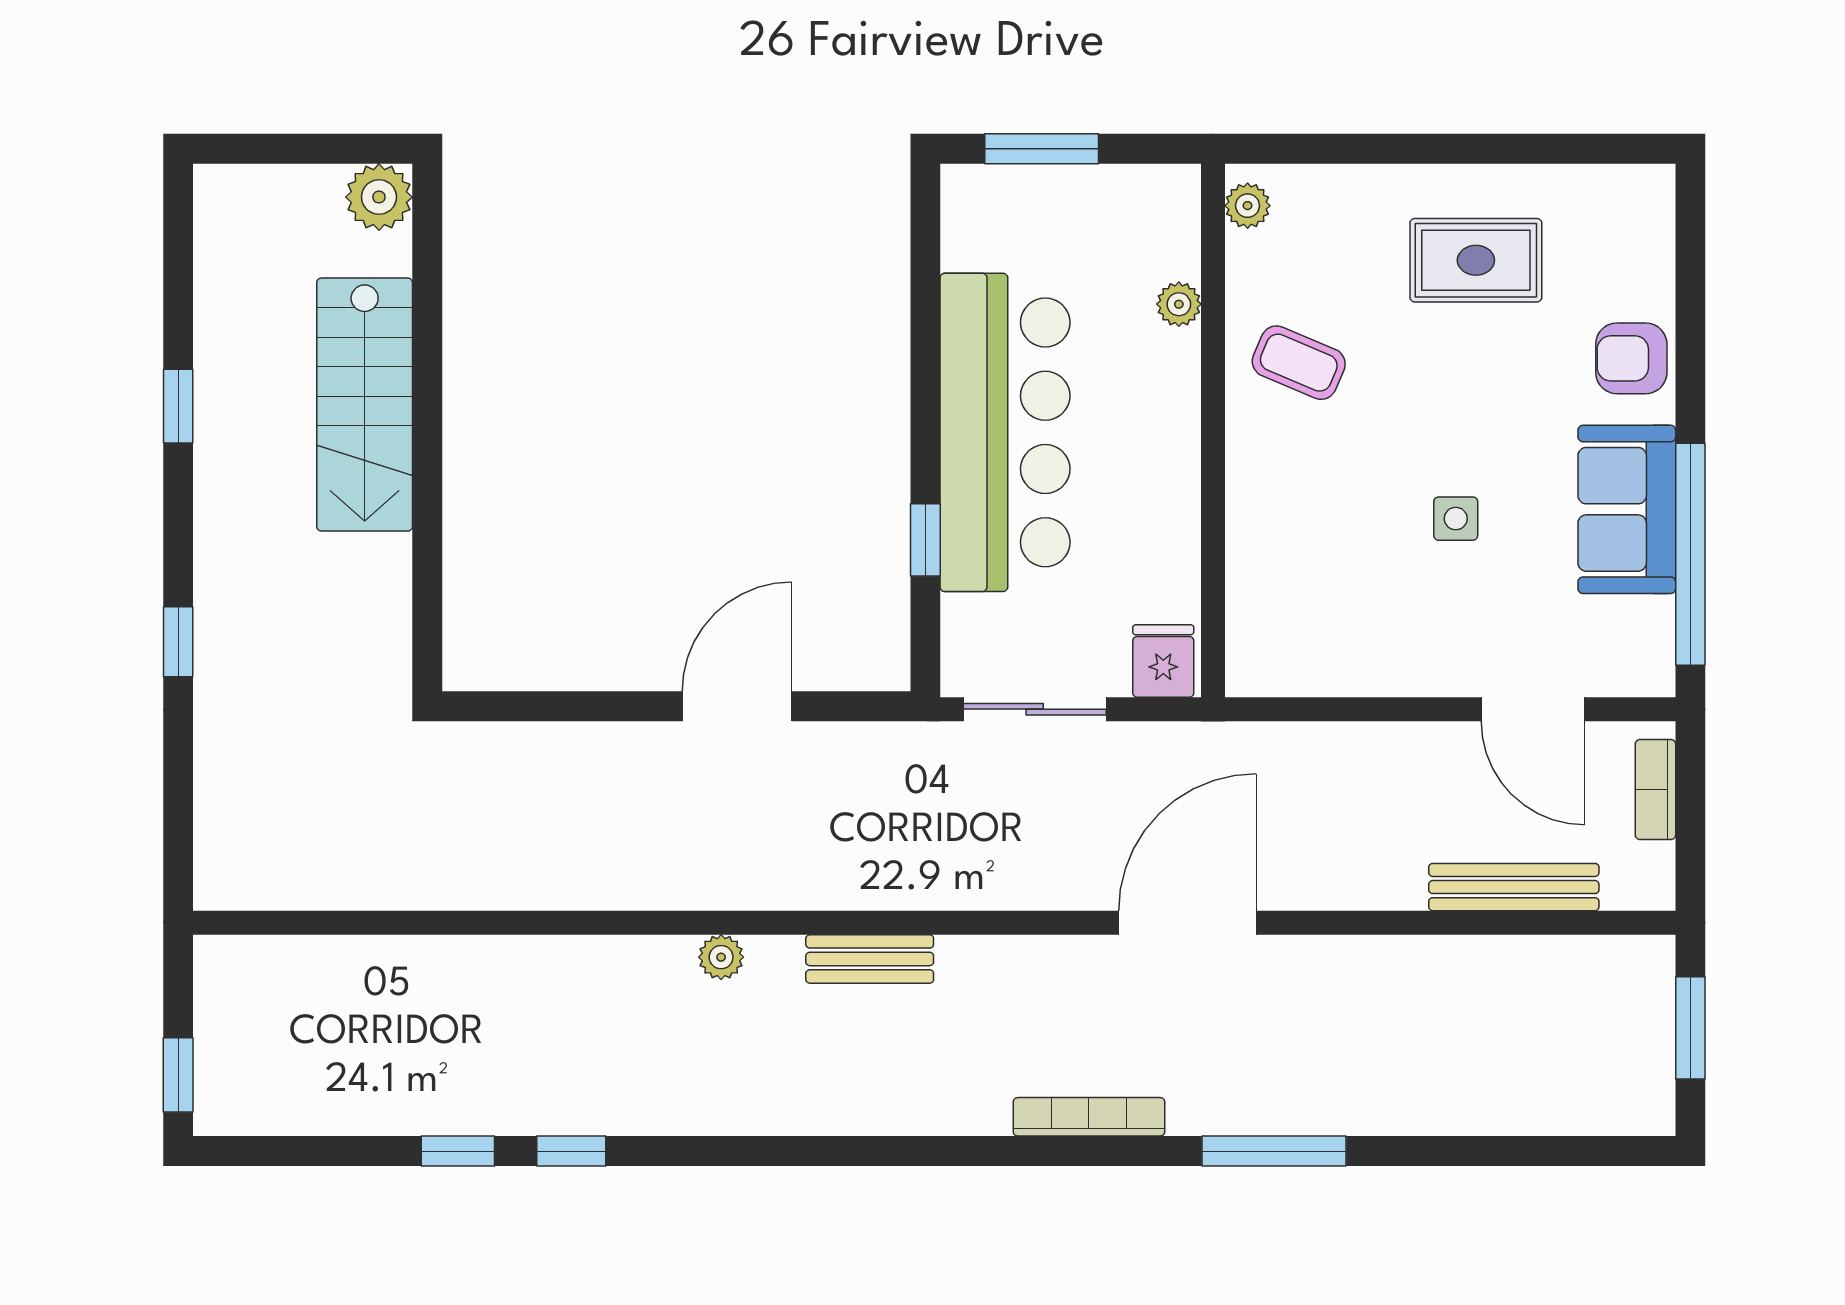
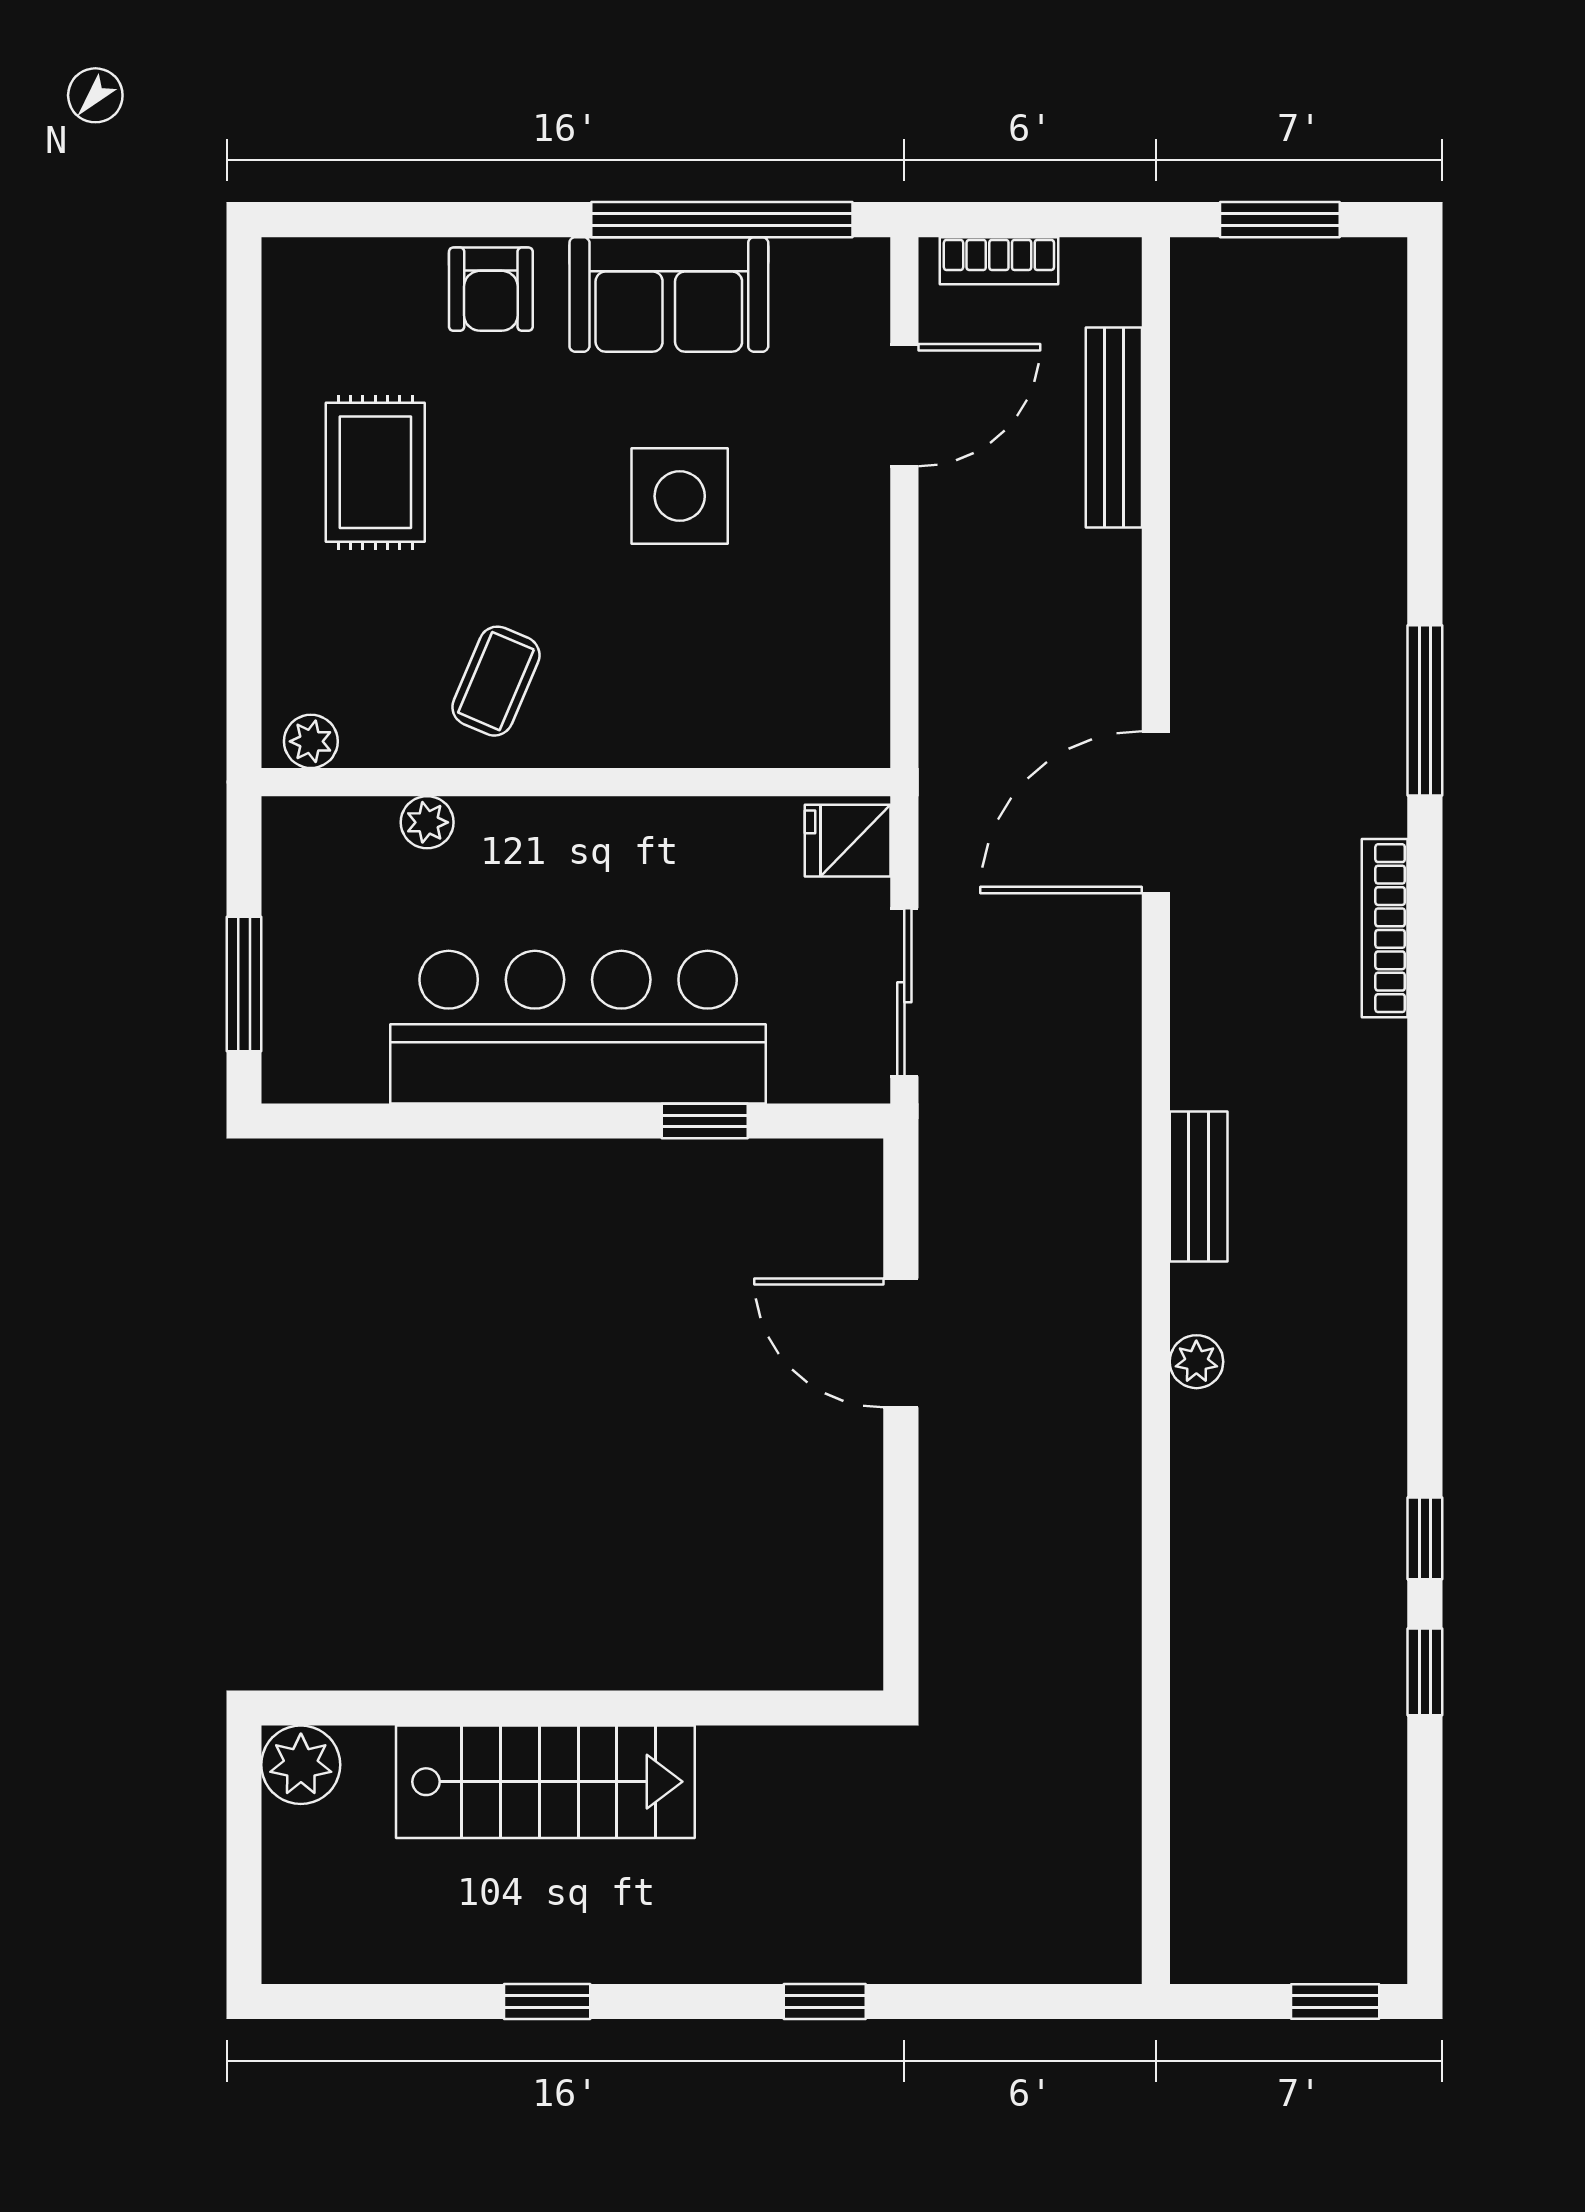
side table: (1456, 519) -> (680, 496), width x1.87, depth x1.87
door: (1187, 923) -> (1156, 812), hinge flipped

